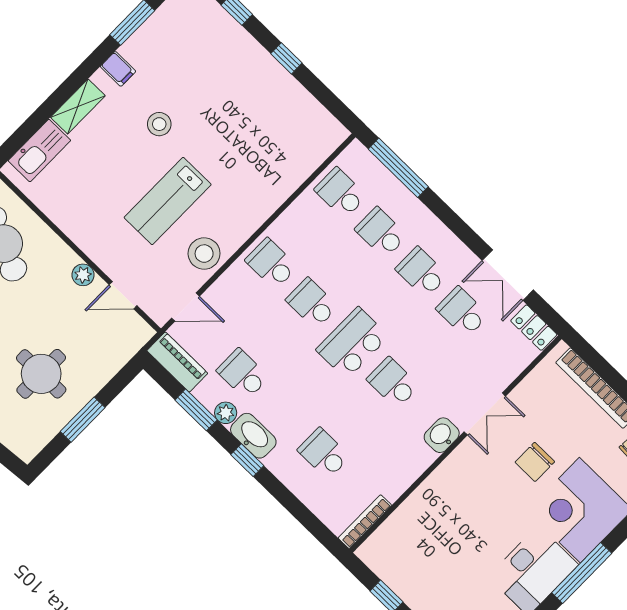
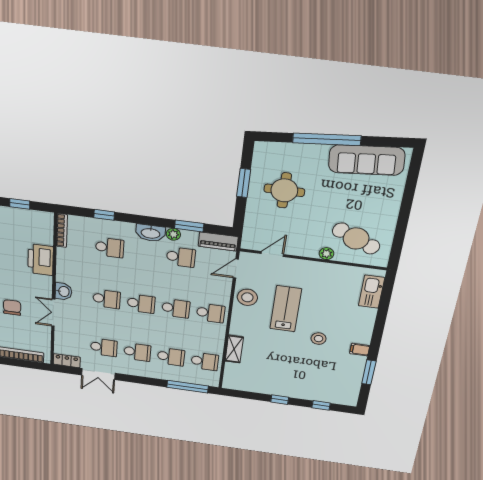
shelving: (78, 106) -> (234, 349), moved
plant: (83, 275) -> (327, 254), moved
double door: (508, 275) -> (98, 374), swing flipped
school desk: (352, 343) -> (141, 304), width x0.54
window: (247, 460) -> (104, 215), moved
printer: (430, 502) -> (41, 260), added

